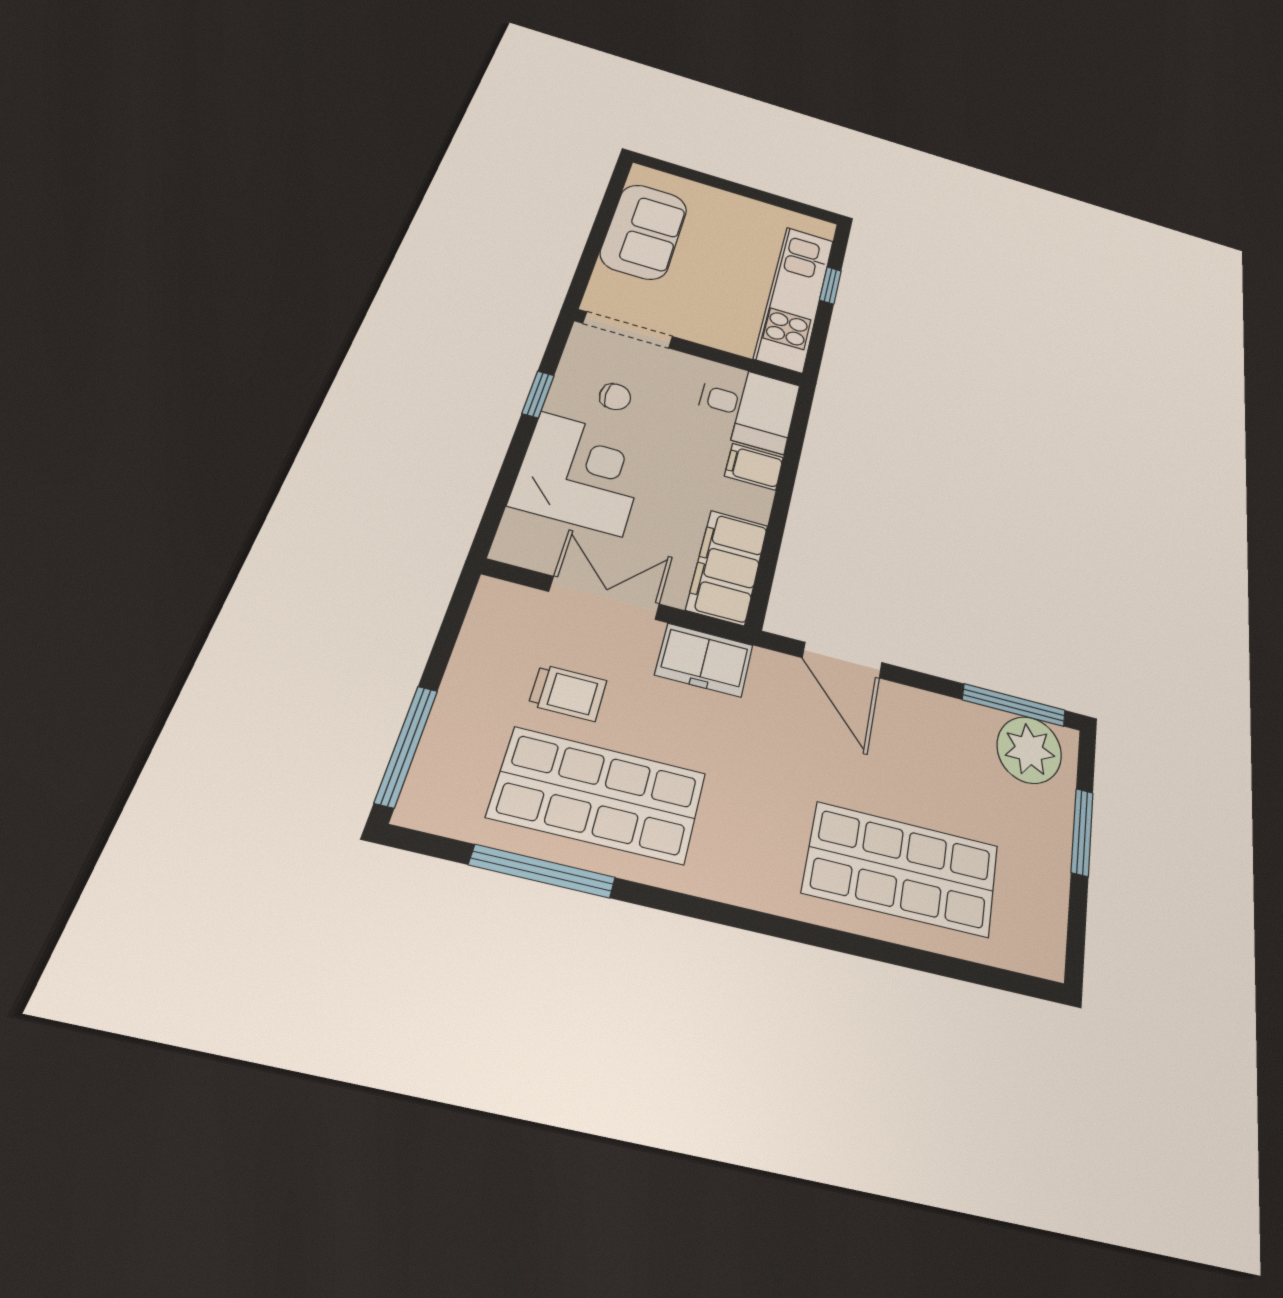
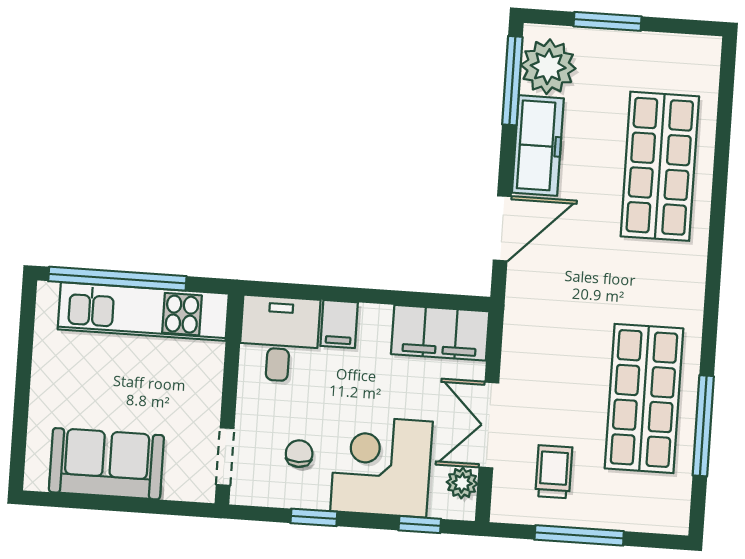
window: (830, 285) -> (117, 279), width x3.17
doorway: (628, 330) -> (225, 457), width x0.73
window: (499, 498) -> (420, 525), added
plant: (539, 554) -> (462, 483), added
freezer: (704, 660) -> (538, 146), moved, width x1.40
trolley: (568, 693) -> (554, 472), moved
window: (406, 746) -> (579, 535), moved

